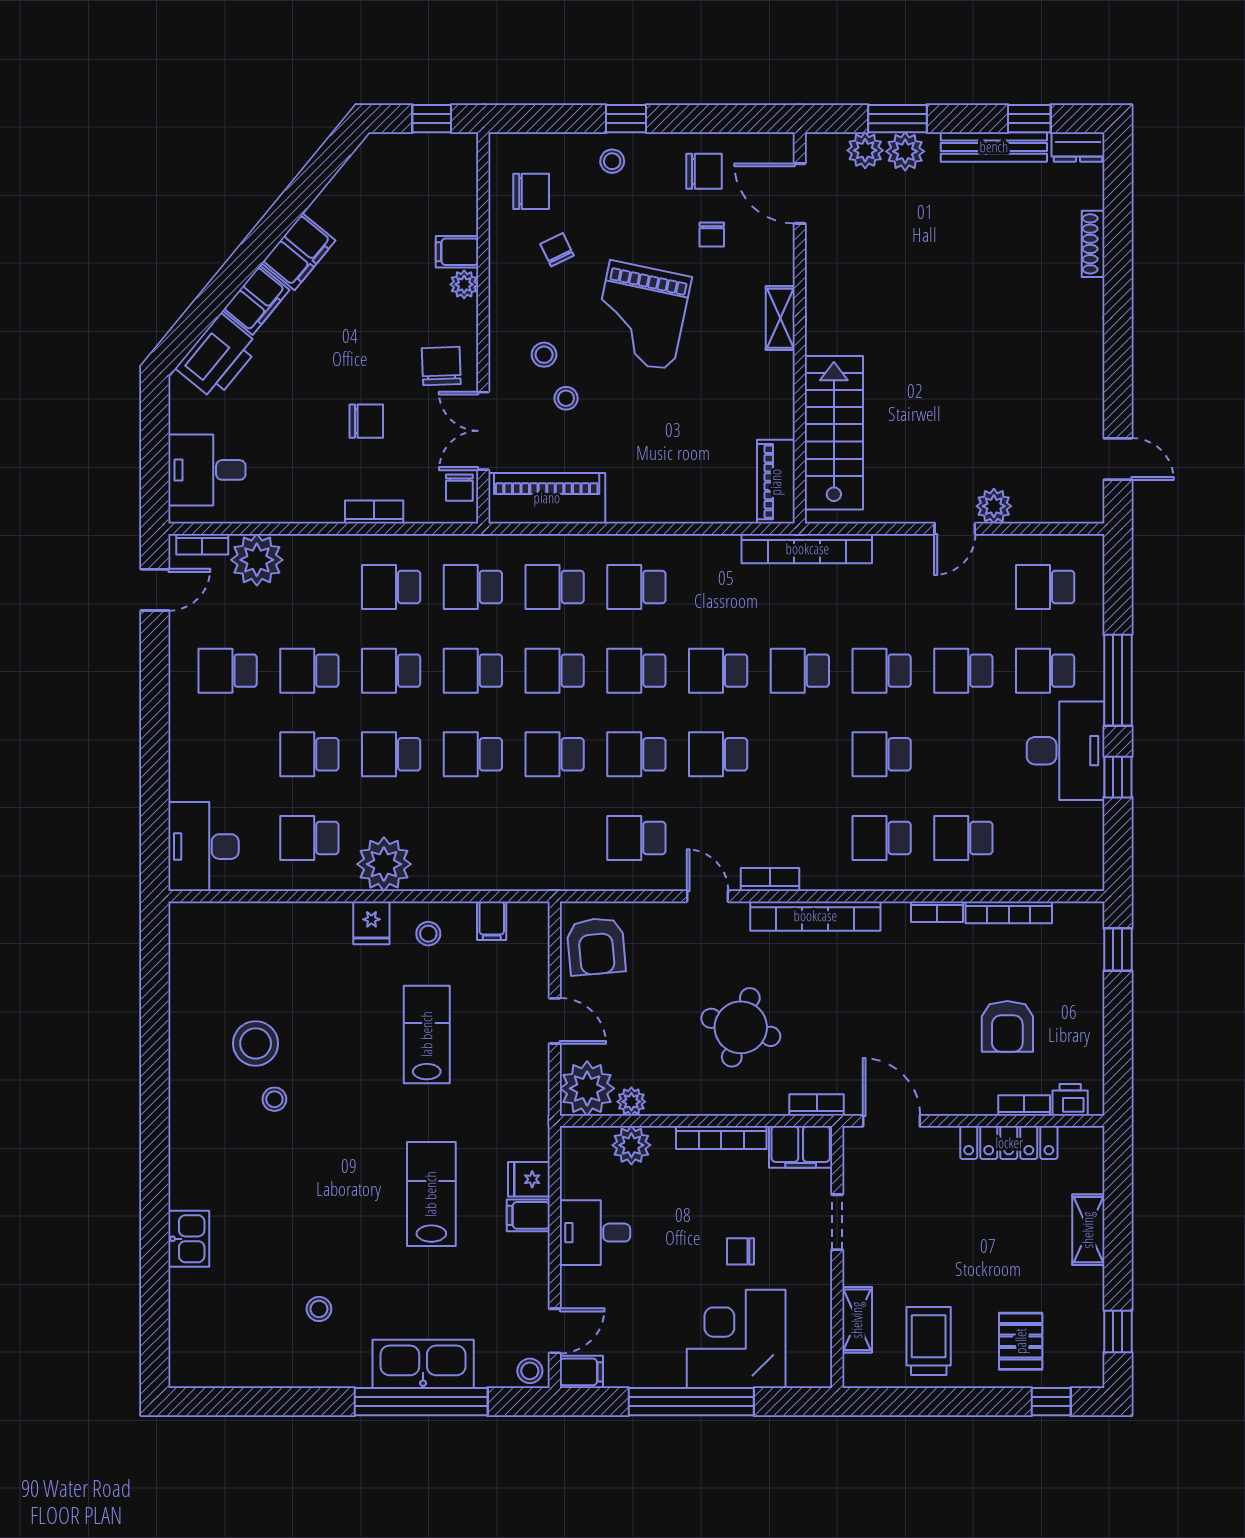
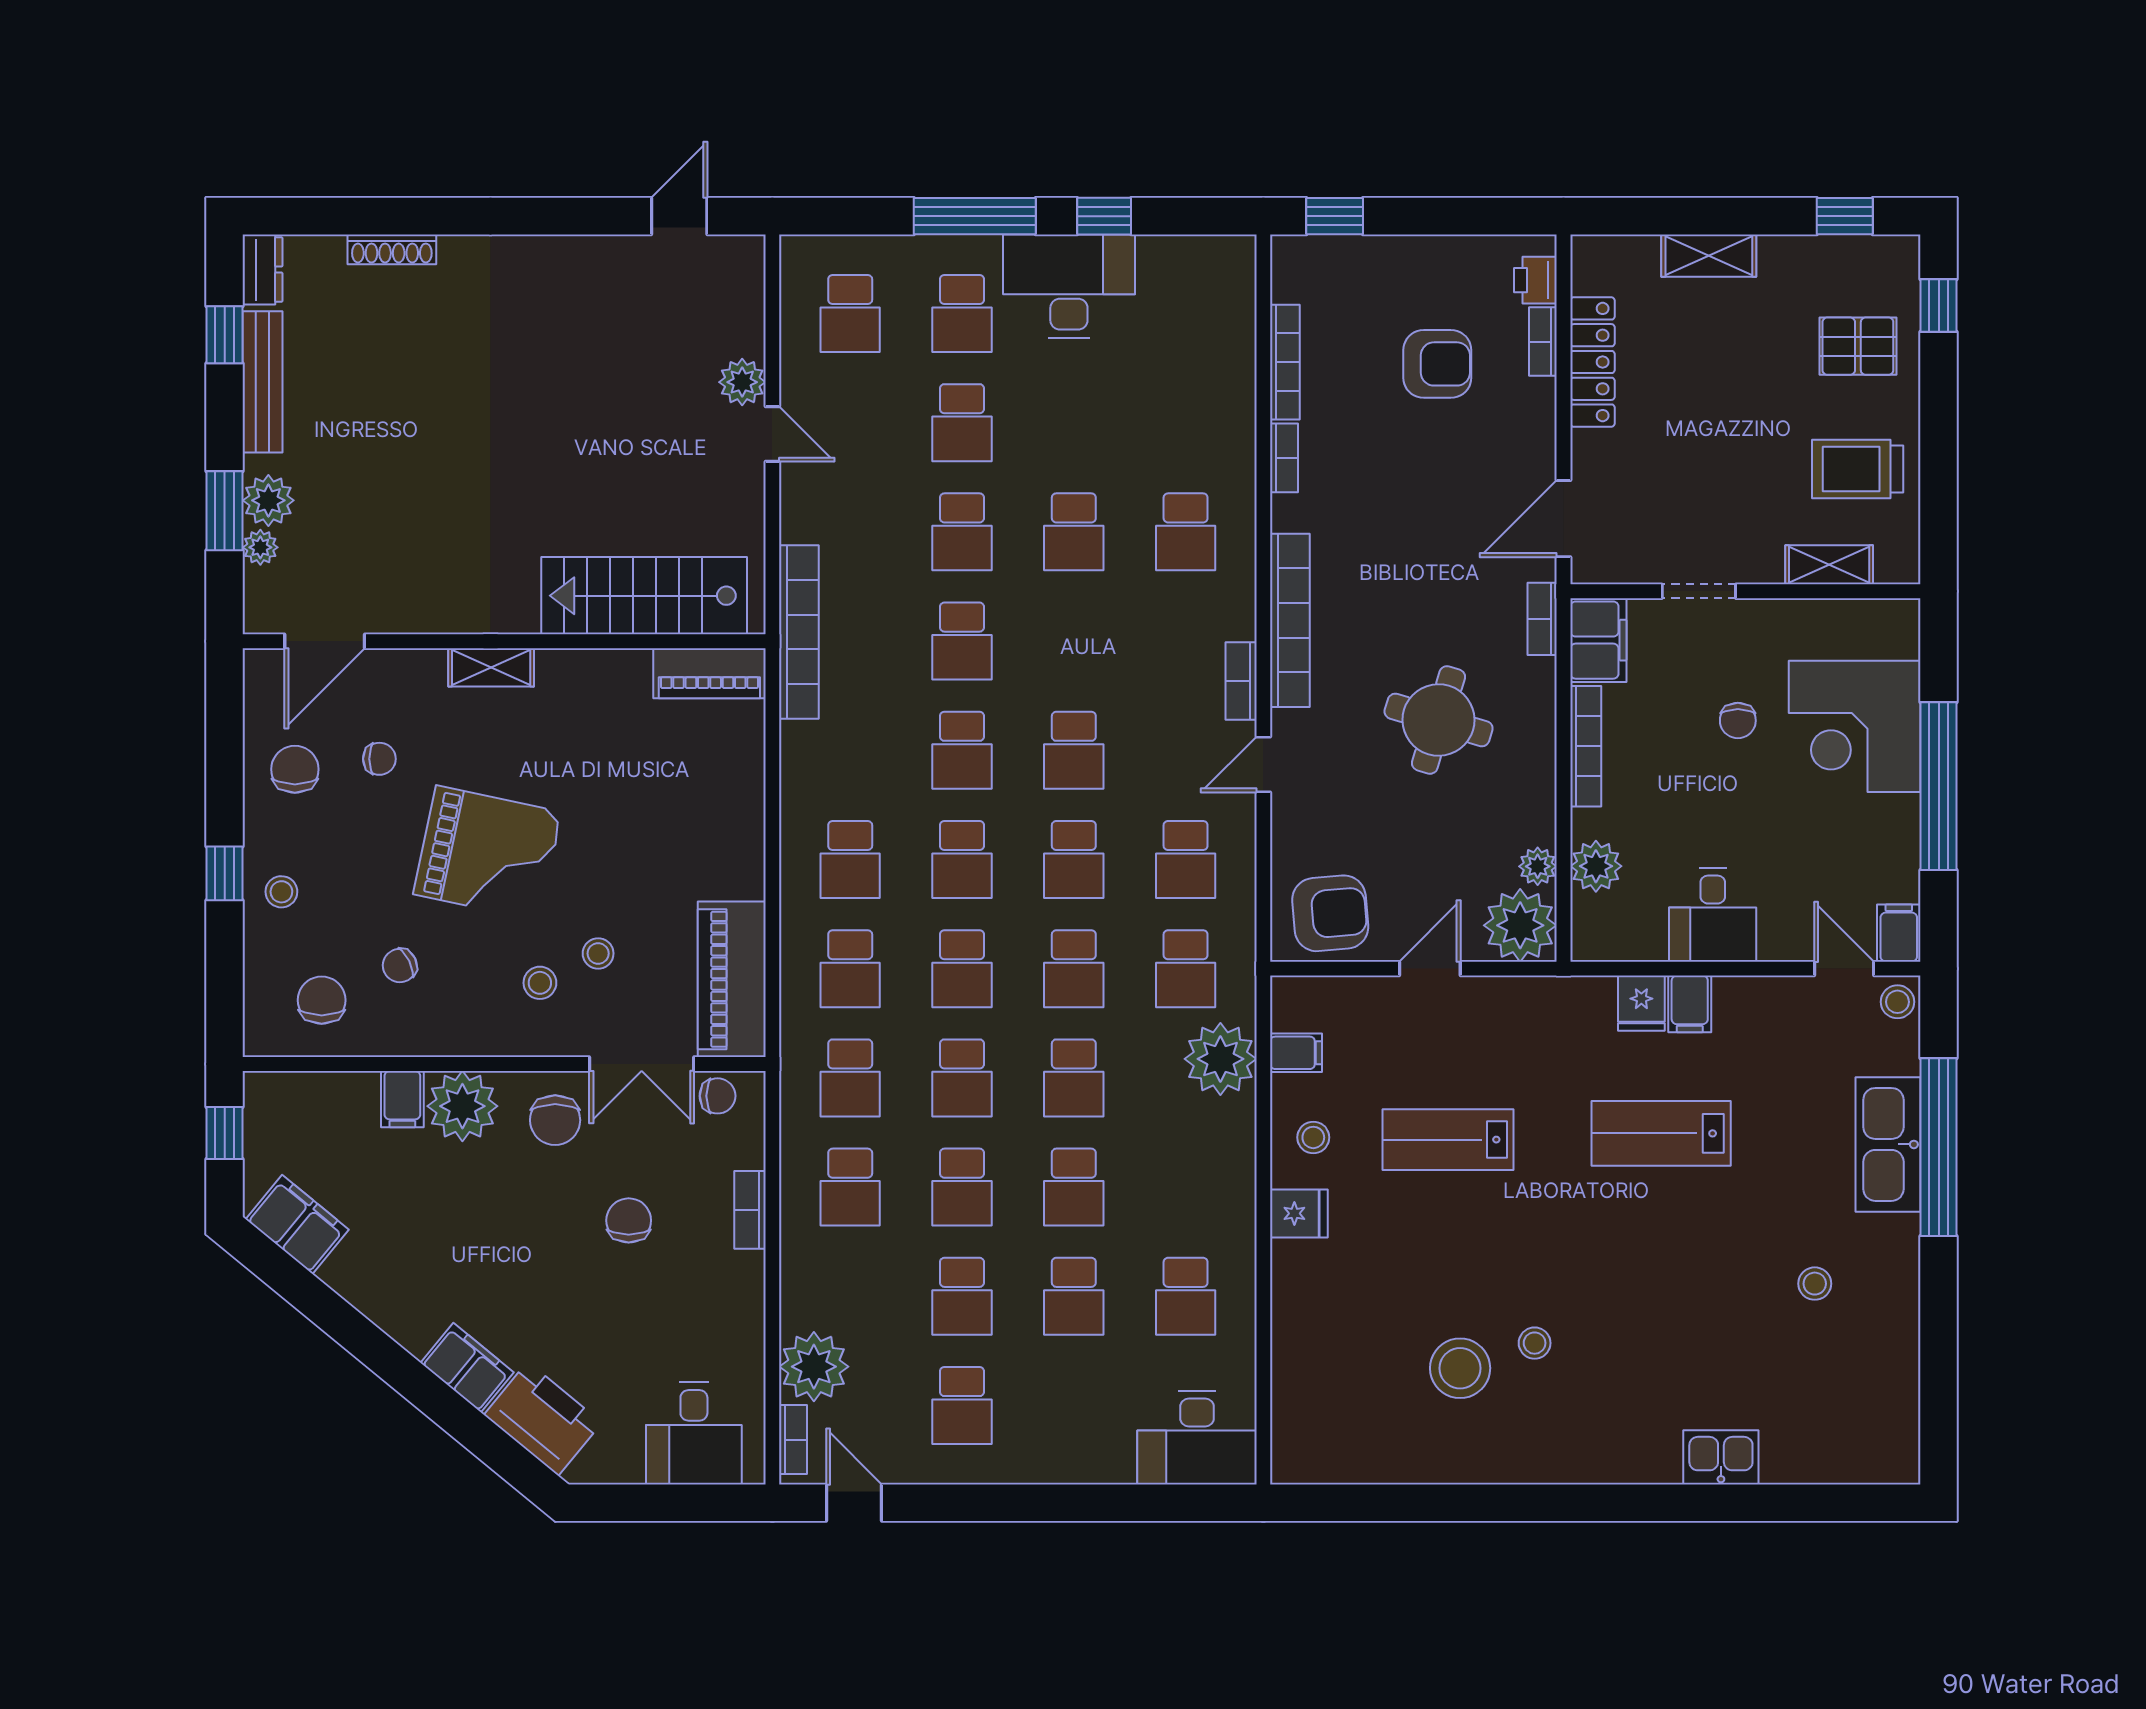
plant: (865, 150) -> (260, 547), width x0.73, depth x0.73
filing cabinet: (298, 252) -> (297, 1224), moved
plant: (464, 284) -> (462, 1106), width x1.87, depth x1.87
chair: (441, 366) -> (555, 1120), turned -88
school desk: (963, 838) -> (1186, 969), moved
plant: (384, 864) -> (1220, 1059), moved

